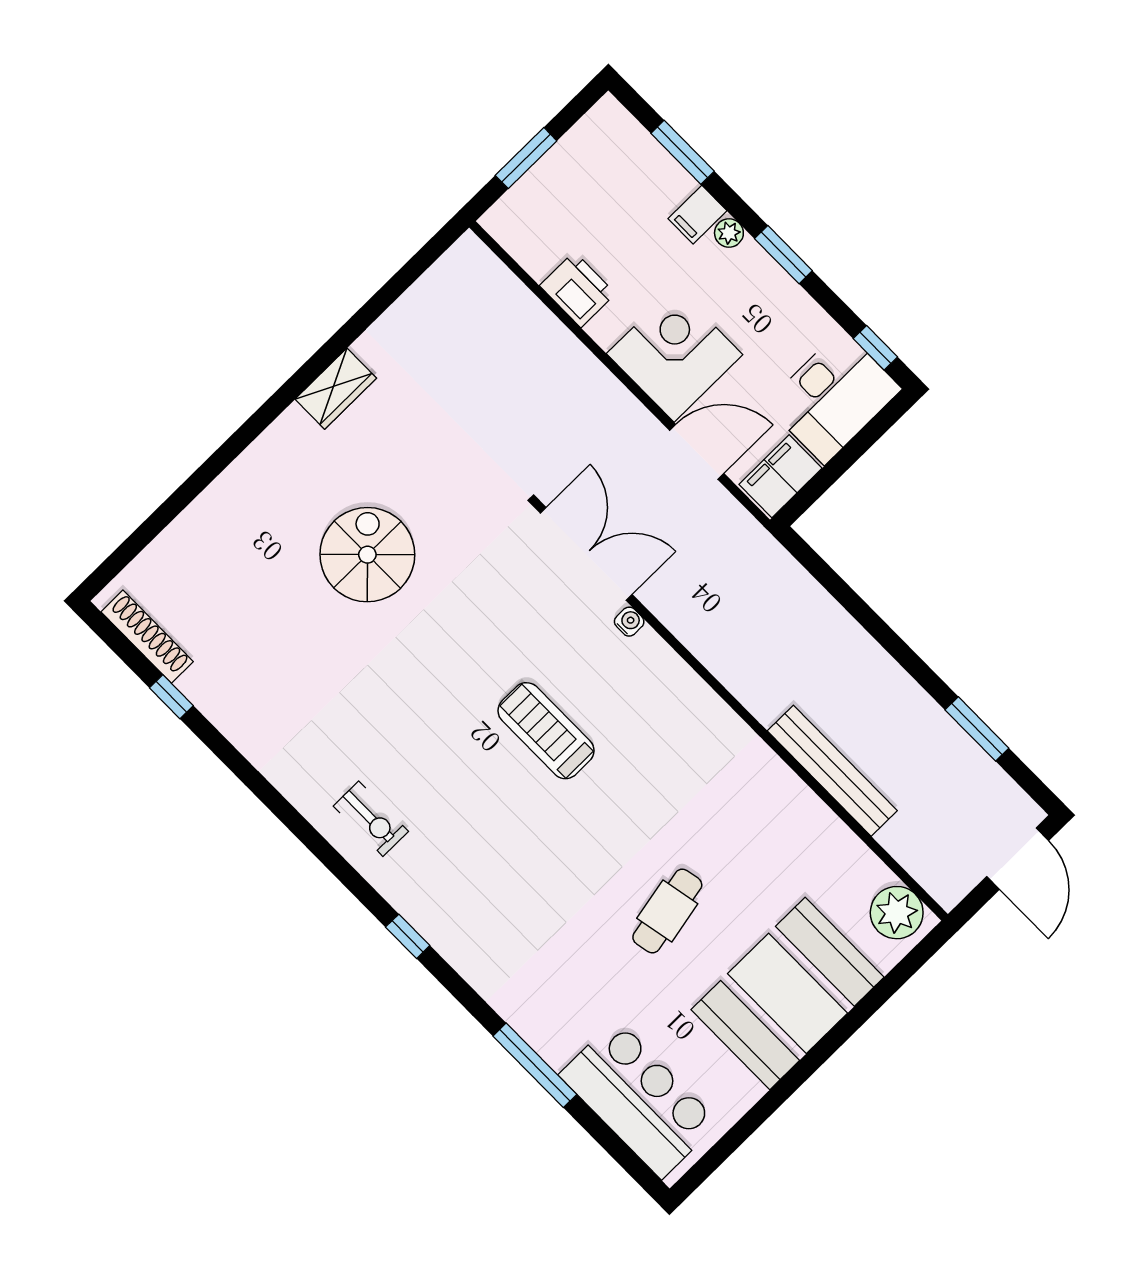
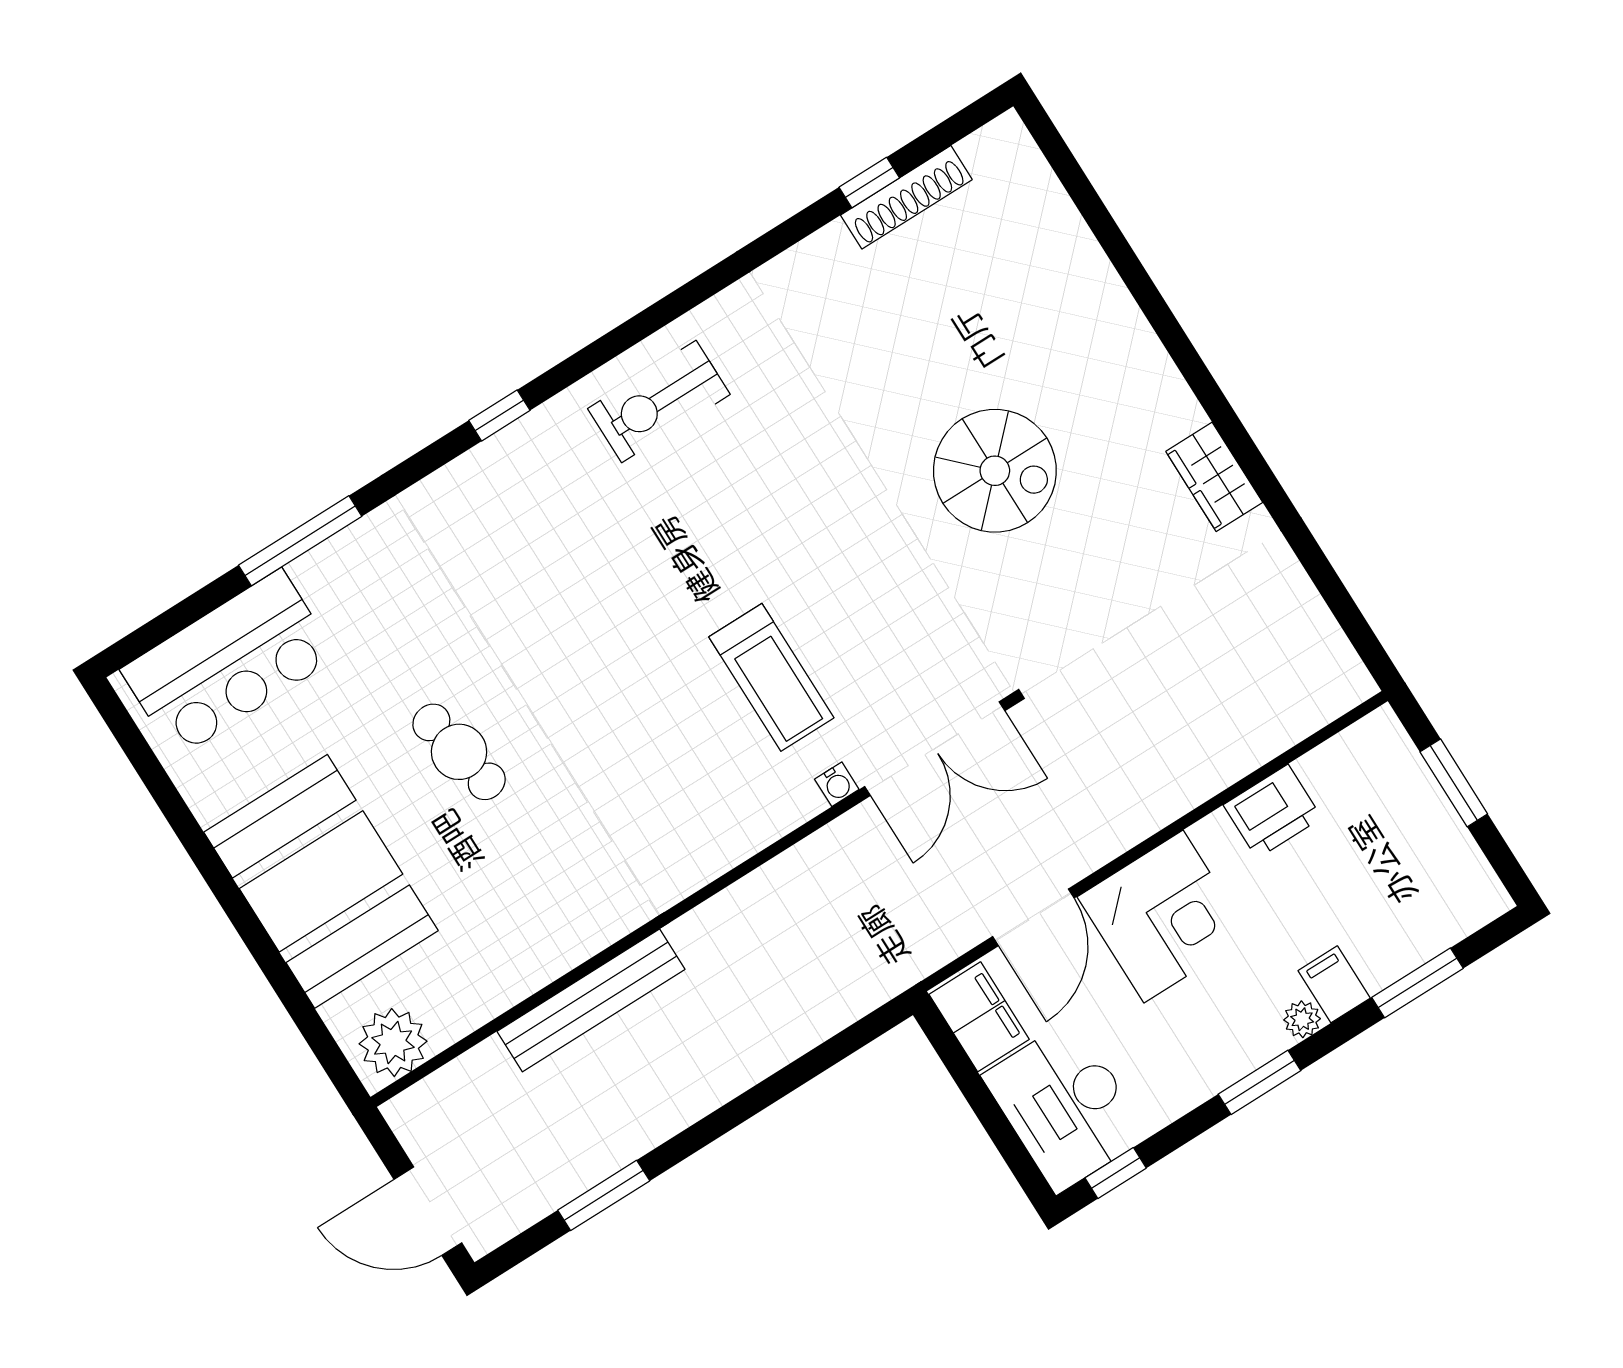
shoe rack: (147, 637) -> (906, 197), moved
treadmill: (546, 731) -> (771, 677), moved, turned 90
exercise bike: (371, 819) -> (659, 401), width x1.38, depth x1.39

